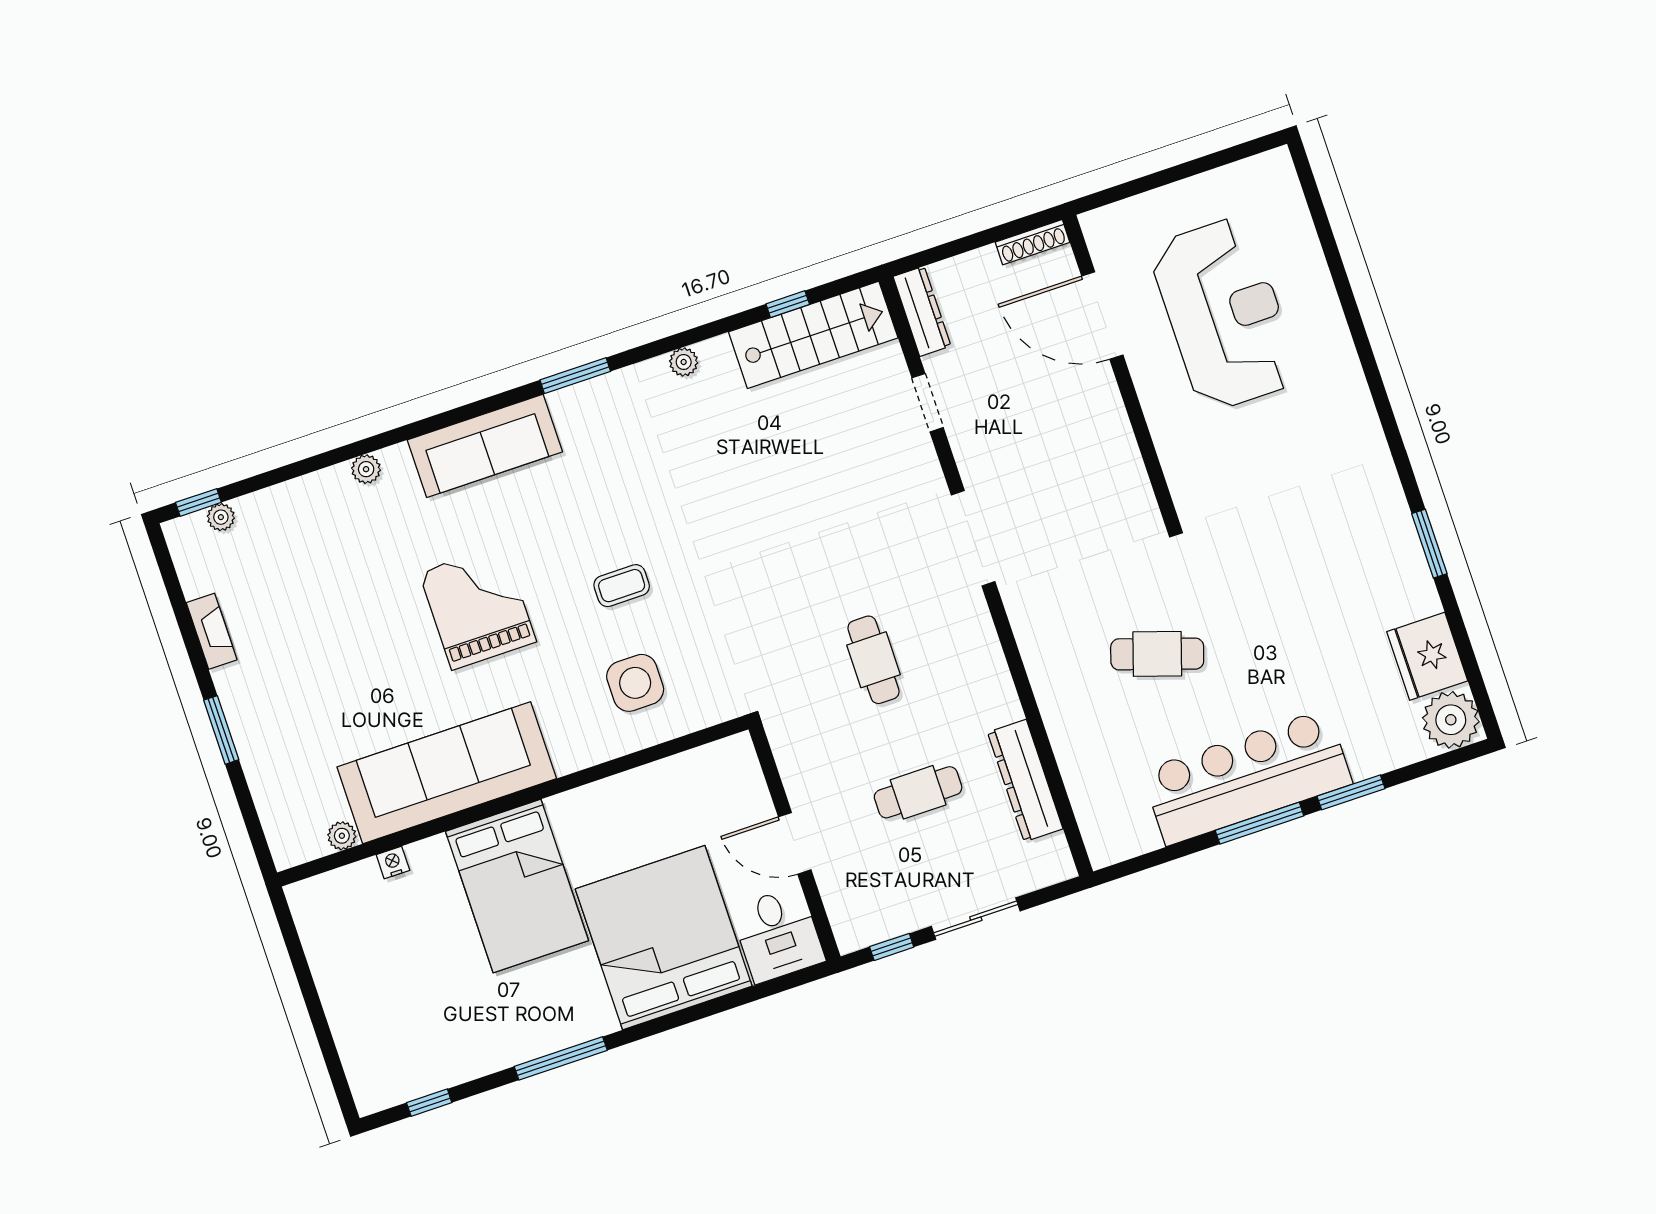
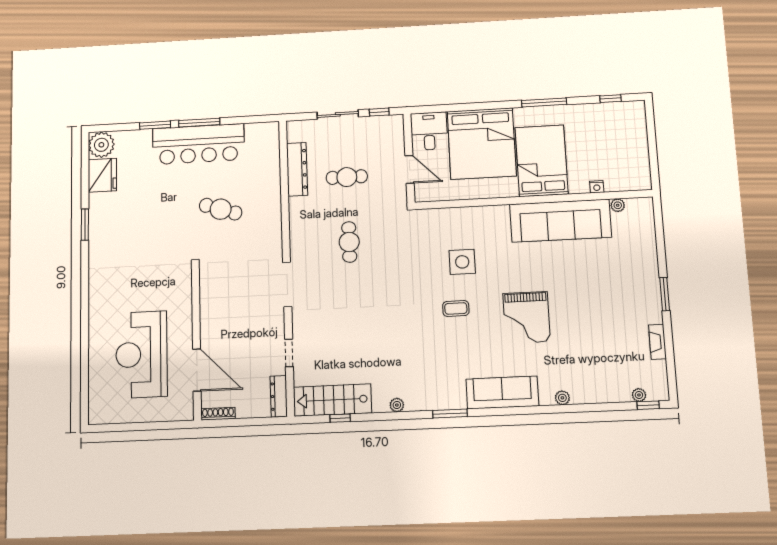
sofa: (447, 773) -> (560, 221), moved
wall: (513, 801) -> (533, 200), moved
plant: (342, 836) -> (618, 205), moved
nightstand: (393, 863) -> (597, 187), moved
bed: (517, 886) -> (542, 161), moved

